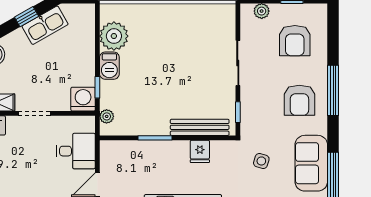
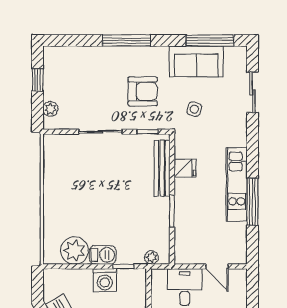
armchair: (295, 41) -> (79, 77), removed
washing machine: (83, 99) -> (105, 280), moved, turned -90
armchair: (299, 100) -> (143, 91), moved

